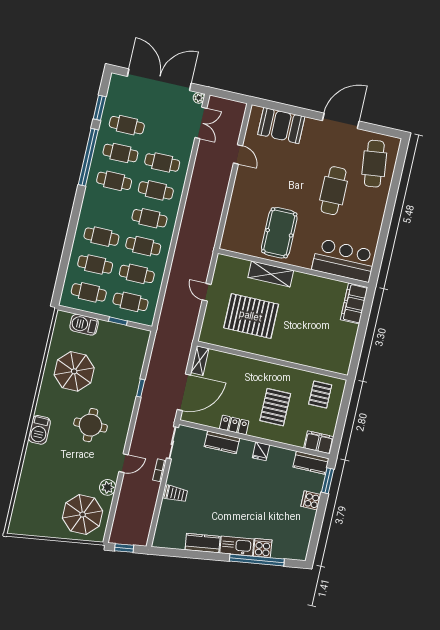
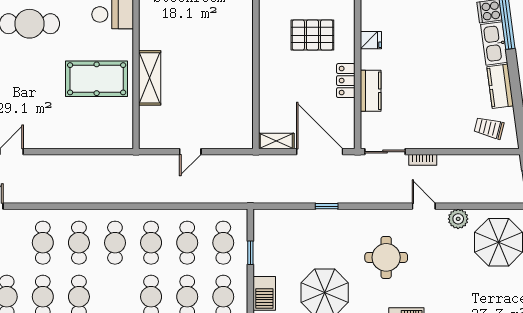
pallet: (251, 316) -> (207, 90), removed
trolley: (176, 494) -> (489, 128), moved, turned -76

